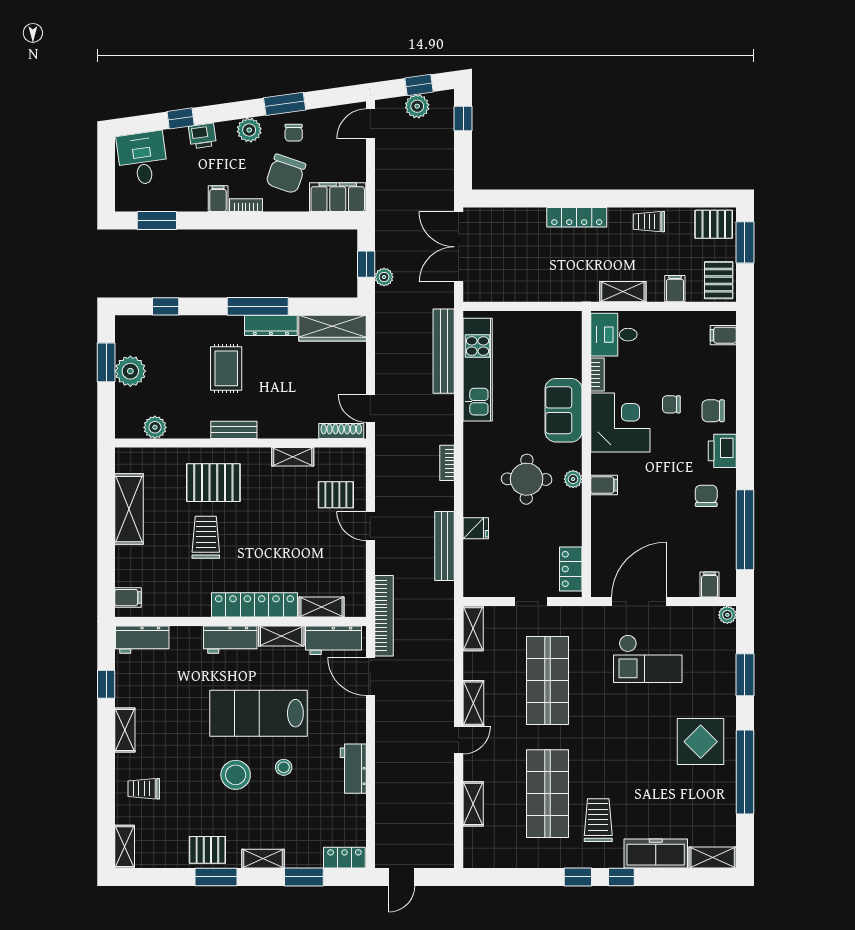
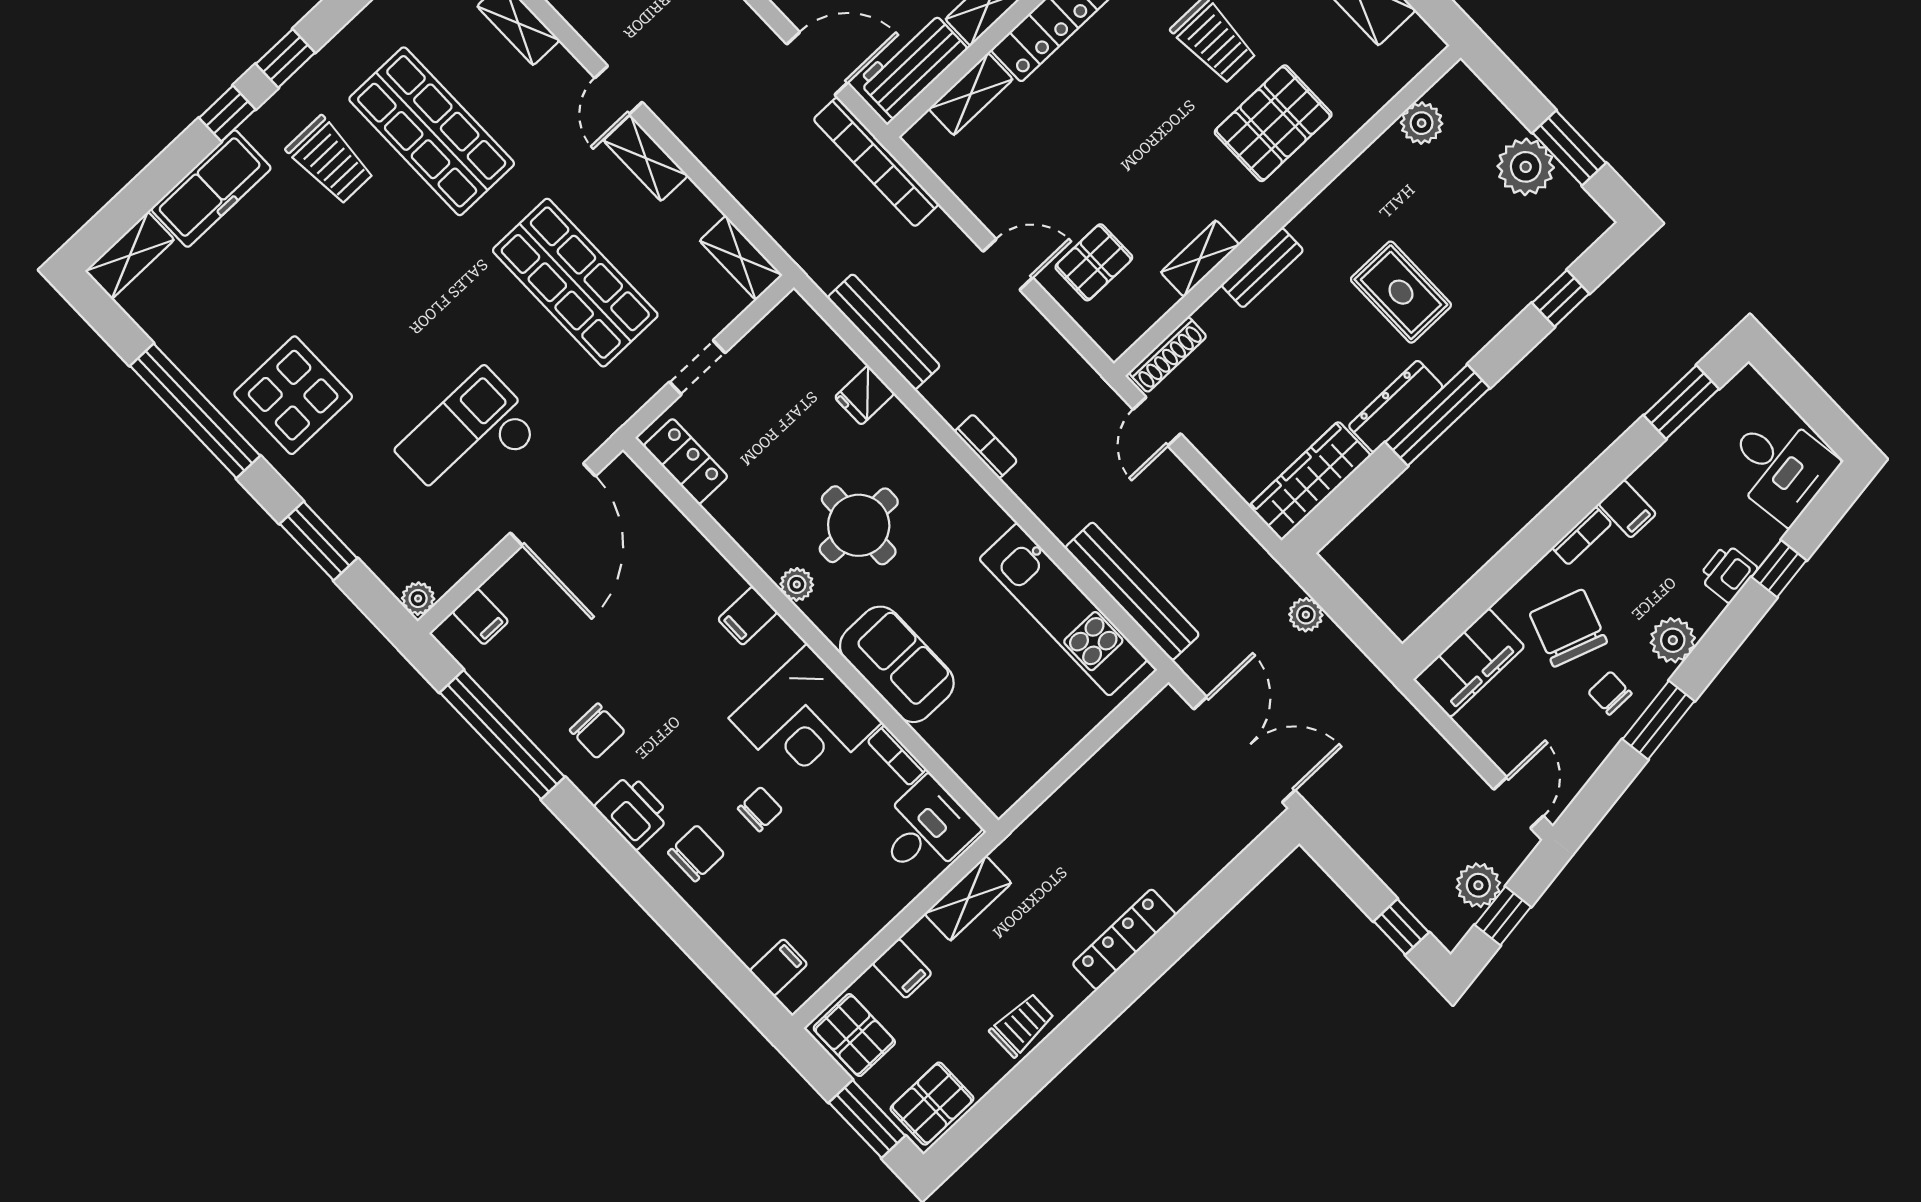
window: (366, 264) -> (1346, 609), removed
door: (370, 409) -> (1157, 421), swing flipped
bench: (234, 430) -> (1262, 268), moved

